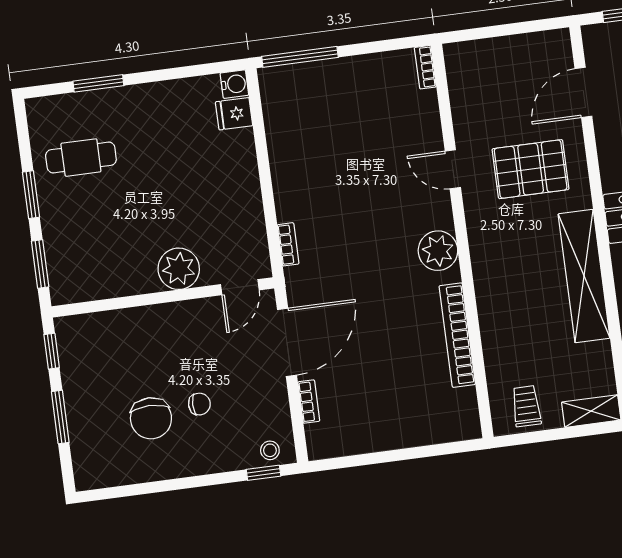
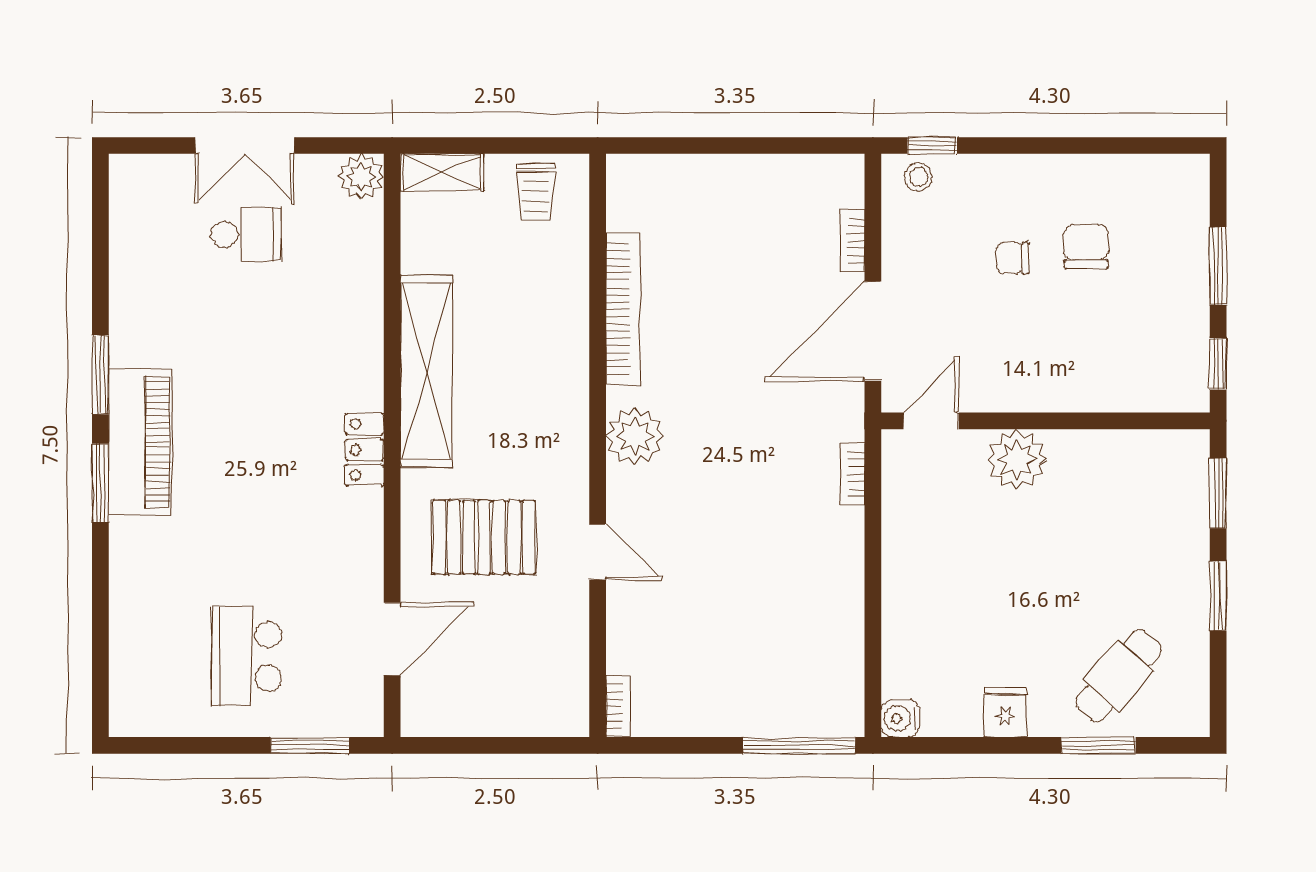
fridge: (234, 114) -> (1005, 712), moved, turned -90
cafe table: (81, 158) -> (1118, 676), moved, turned -49
chair: (151, 418) -> (1086, 247), width x0.73, depth x0.73

